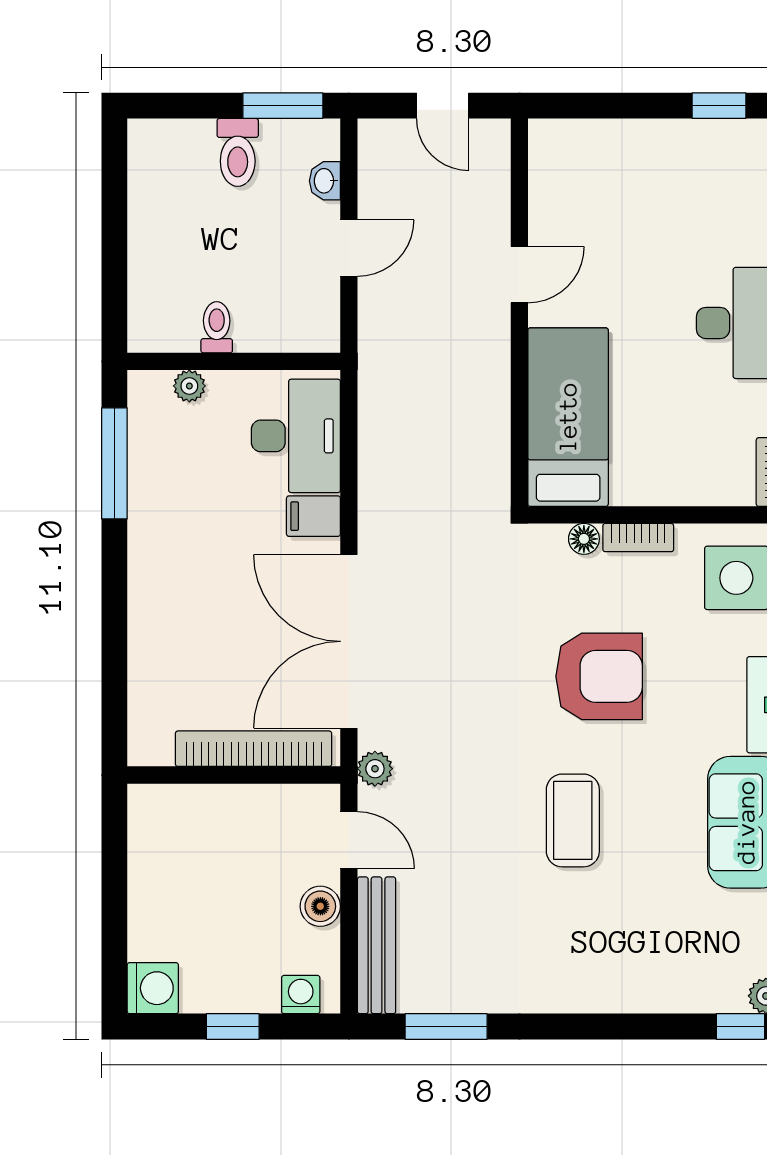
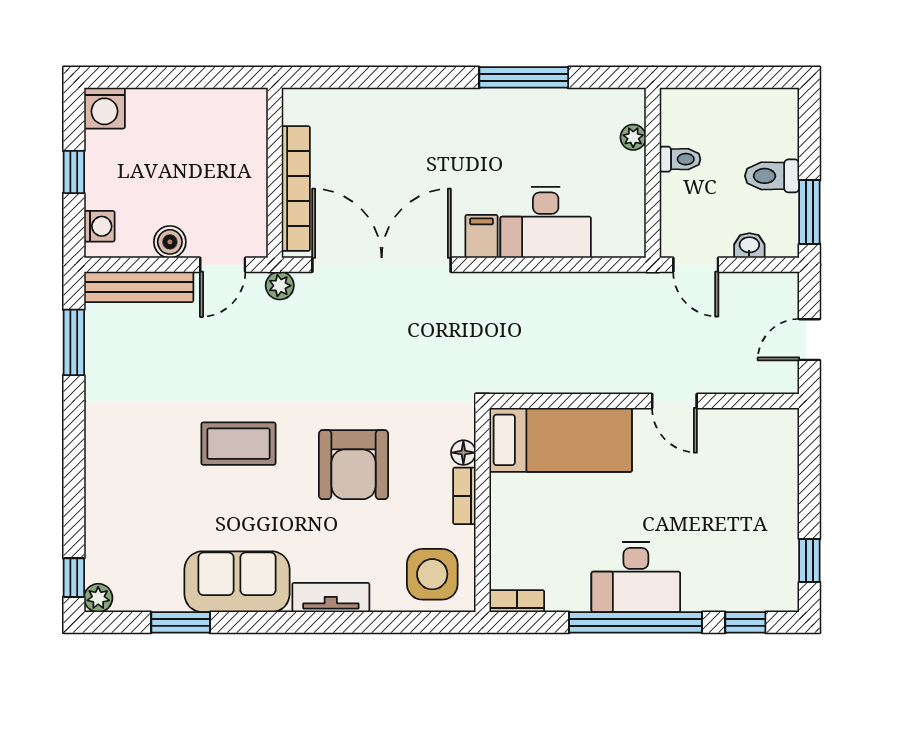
toilet: (217, 327) -> (680, 159), moved
wall: (234, 361) -> (653, 173), moved
plant: (189, 386) -> (633, 137), moved

